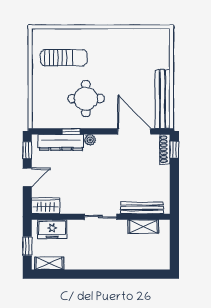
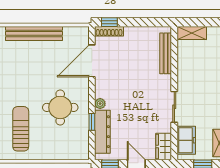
bench: (163, 99) -> (34, 33), moved
sliding door: (100, 217) -> (174, 107), moved
shelving: (143, 227) -> (192, 33), moved, turned 90

